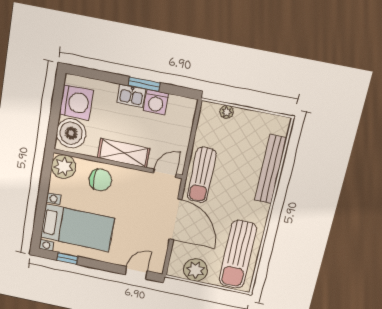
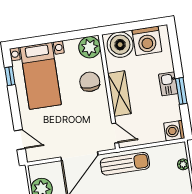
washing machine: (156, 102) -> (174, 131), moved
sun lounger: (202, 175) -> (125, 164), turned 180
chair: (100, 180) -> (90, 82), turned 180

